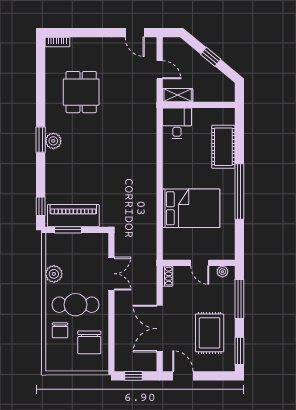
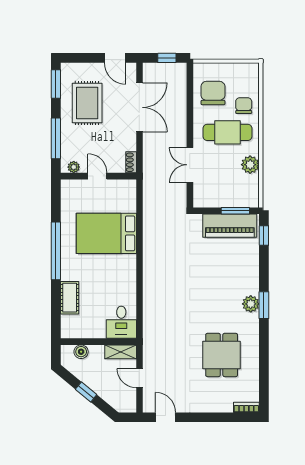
boiler: (215, 95) -> (81, 352), added
cot: (223, 147) -> (70, 298), width x0.73, depth x0.75

